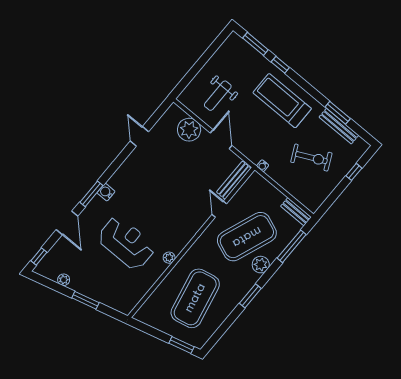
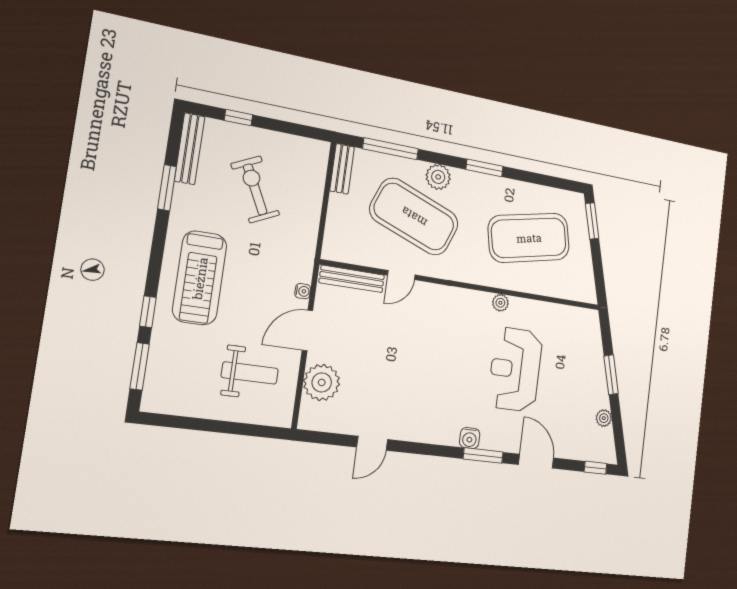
bench: (339, 126) -> (190, 149), moved
water cooler: (263, 166) -> (303, 291), moved
door: (67, 223) -> (536, 461), hinge flipped

